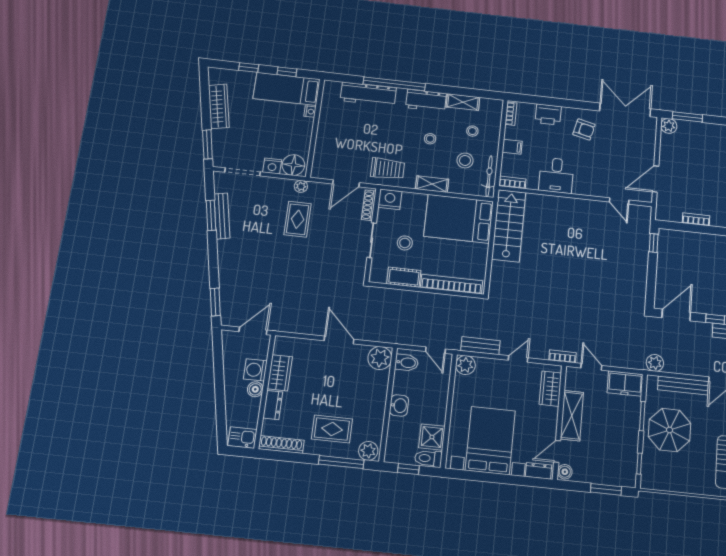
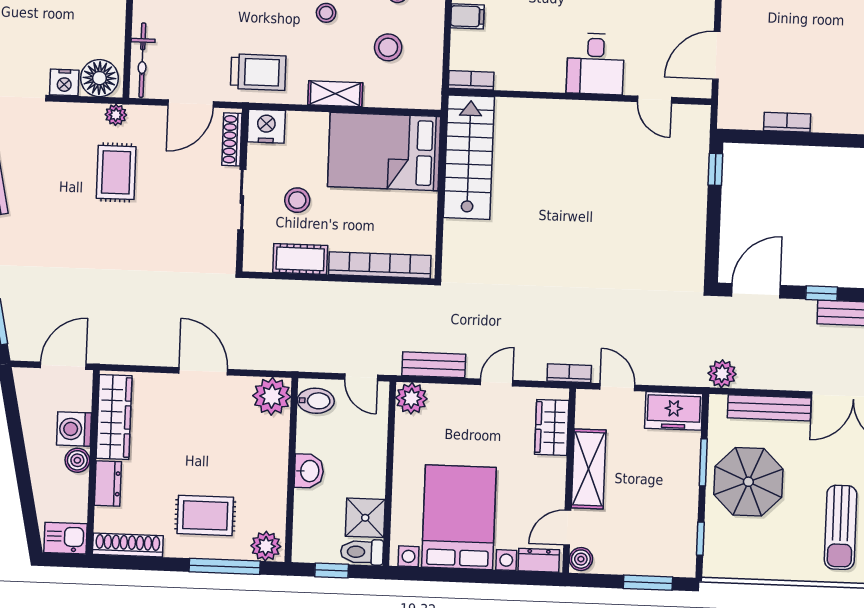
desk: (556, 175) -> (595, 64), moved
bicycle: (489, 176) -> (142, 60), moved, turned 180
wardrobe: (280, 373) -> (114, 417), width x1.50

